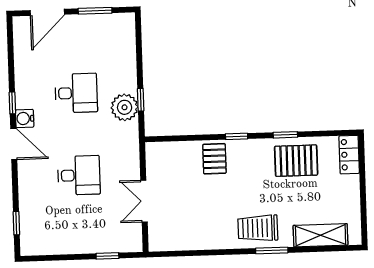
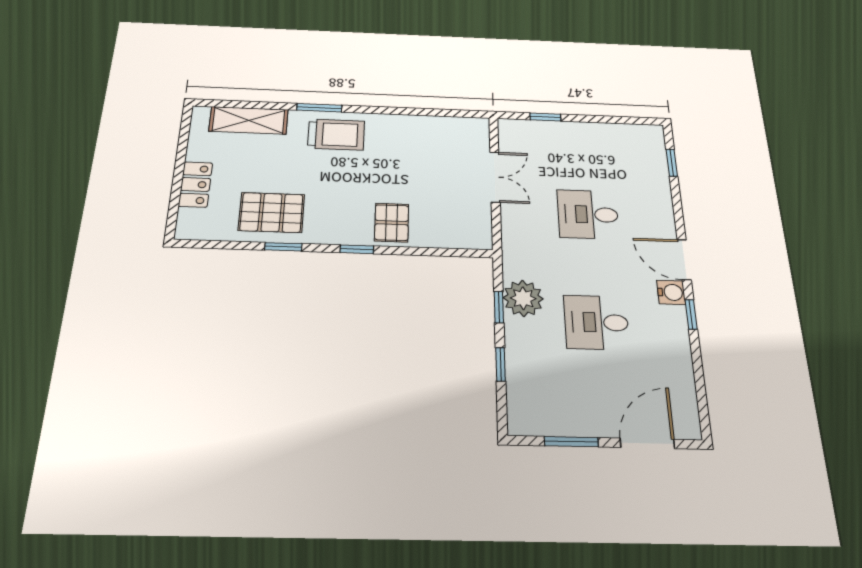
window: (139, 59) -> (501, 364), added
locker: (349, 155) -> (196, 184), moved

